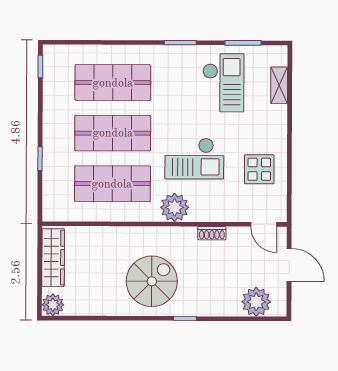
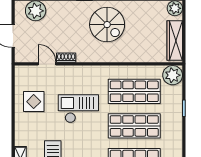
plant: (175, 207) -> (173, 75), moved
door: (264, 224) -> (47, 64), moved
spiral stairs: (152, 281) -> (107, 25), turned -90

